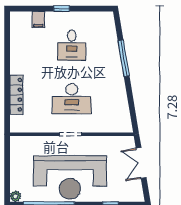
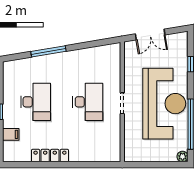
desk: (72, 45) -> (36, 102), width x1.37
locker: (17, 95) -> (50, 156), moved

